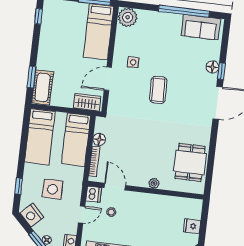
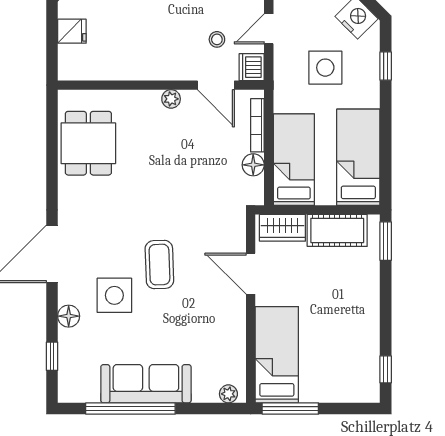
plant: (128, 17) -> (228, 394), width x0.53, depth x0.53
sofa: (201, 27) -> (146, 384), moved, width x1.36
side table: (133, 62) -> (114, 295), moved, width x1.87, depth x1.87
window: (221, 71) -> (52, 356), moved
window: (31, 77) -> (386, 241), moved
door: (108, 79) -> (251, 274), swing flipped
cot: (42, 87) -> (337, 230), moved, turned 90
plant: (154, 183) -> (171, 99), moved

